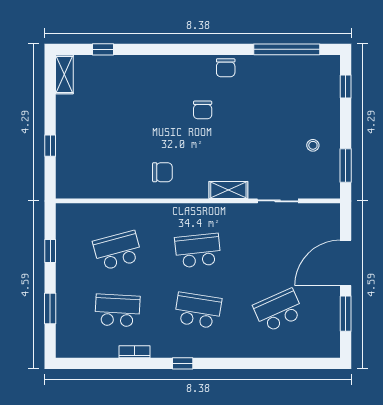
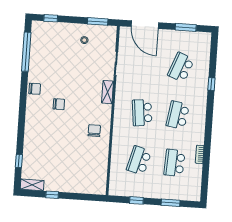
window: (50, 146) -> (52, 195), moved
school desk: (117, 251) -> (139, 160), turned 30
door: (346, 263) -> (145, 25), moved
school desk: (278, 310) -> (181, 67), turned 45
window: (183, 363) -> (211, 84), moved

